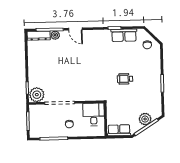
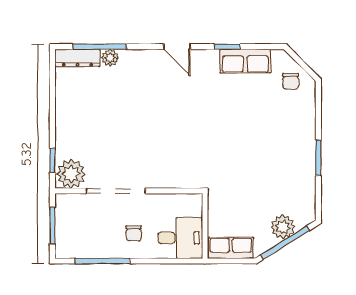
door: (75, 29) -> (177, 47), moved
wheelchair: (125, 79) -> (245, 147), removed
desk: (94, 114) -> (180, 238), moved, turned 90

